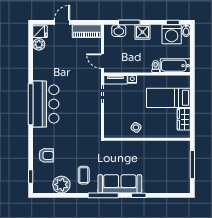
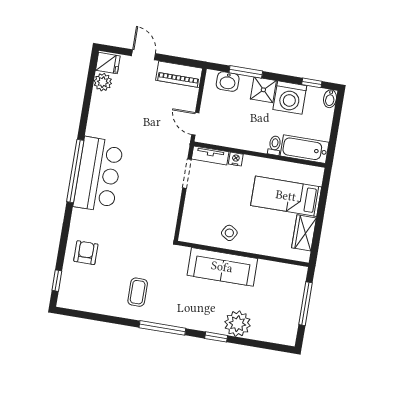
door: (62, 22) -> (144, 55), hinge flipped
washing machine: (172, 34) -> (290, 98), moved
armchair: (46, 155) -> (86, 253), turned -90
sofa: (120, 184) -> (222, 267), moved, turned 180
plant: (61, 185) -> (237, 324), moved

